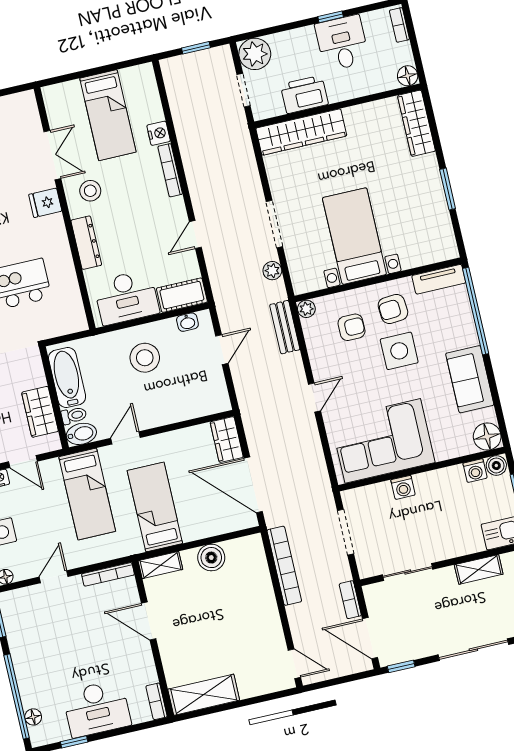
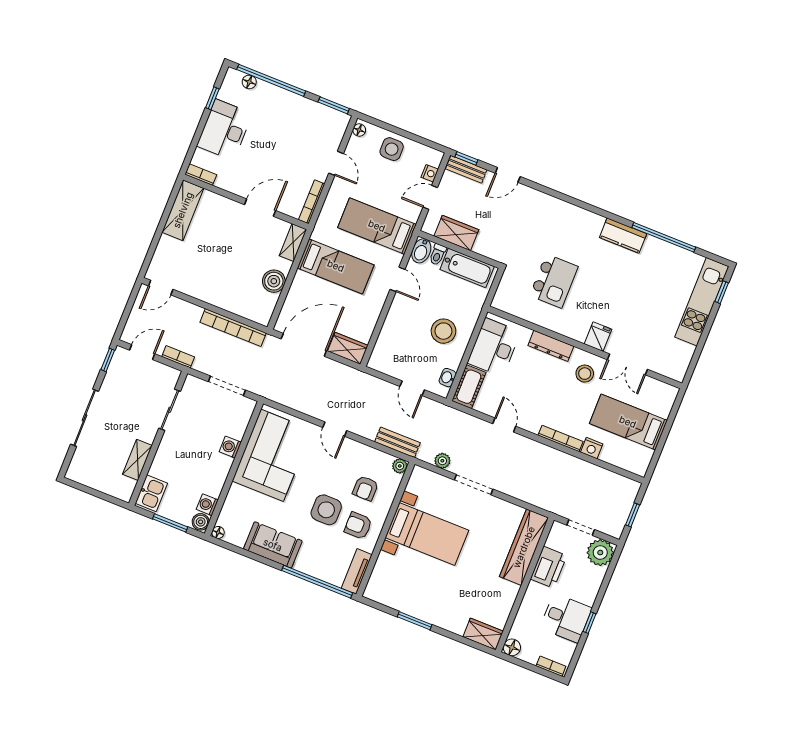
wardrobe: (416, 123) -> (483, 634), width x0.67
armchair: (393, 309) -> (358, 526), turned -86
floor lamp: (487, 436) -> (218, 532), width x0.53, depth x0.53
door: (370, 638) -> (142, 352), width x0.73

